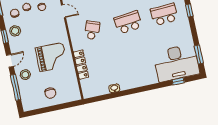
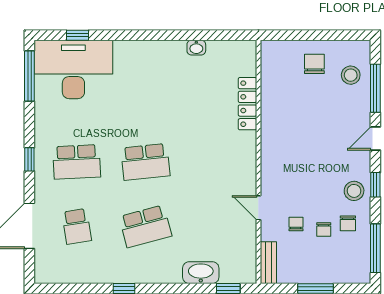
school desk: (92, 30) -> (214, 162), removed
window: (199, 54) -> (29, 76), width x1.44
grand piano: (51, 57) -> (298, 129), removed
stool: (25, 75) -> (351, 75), moved

